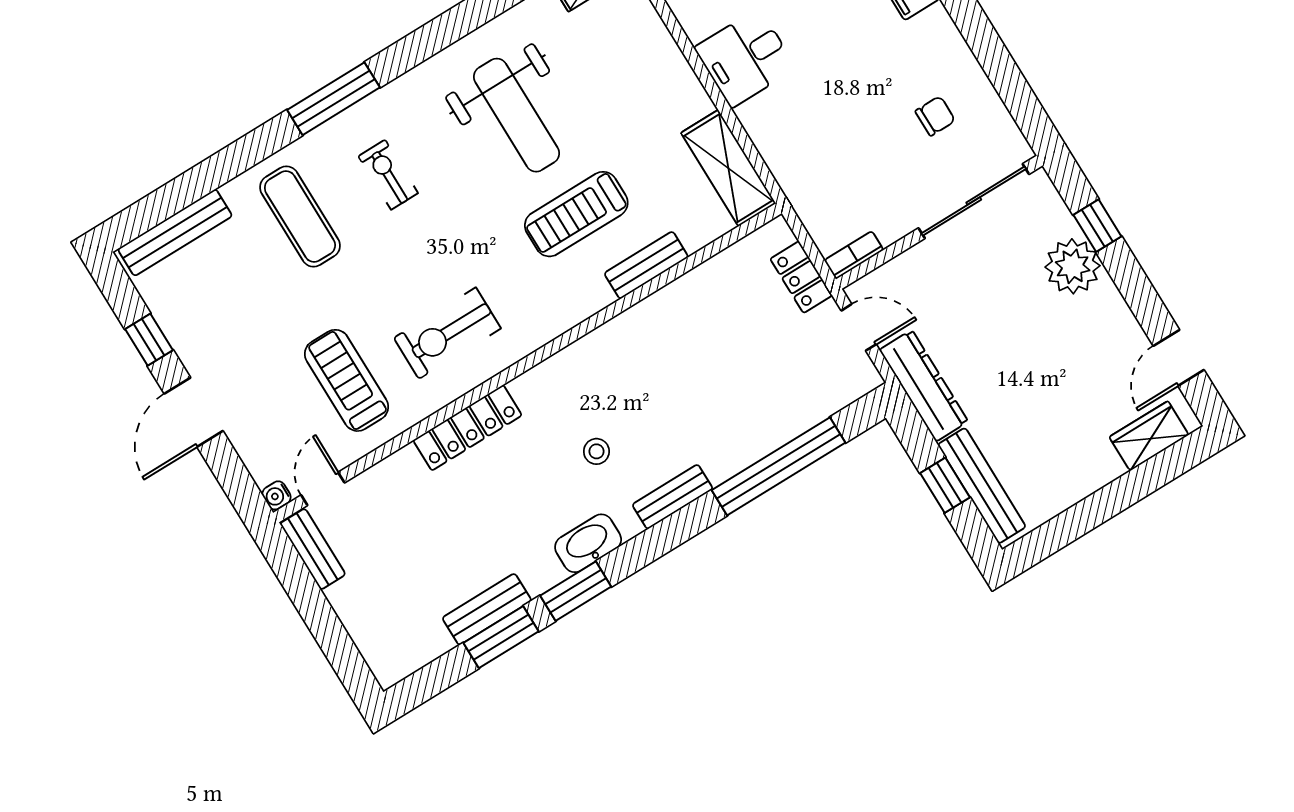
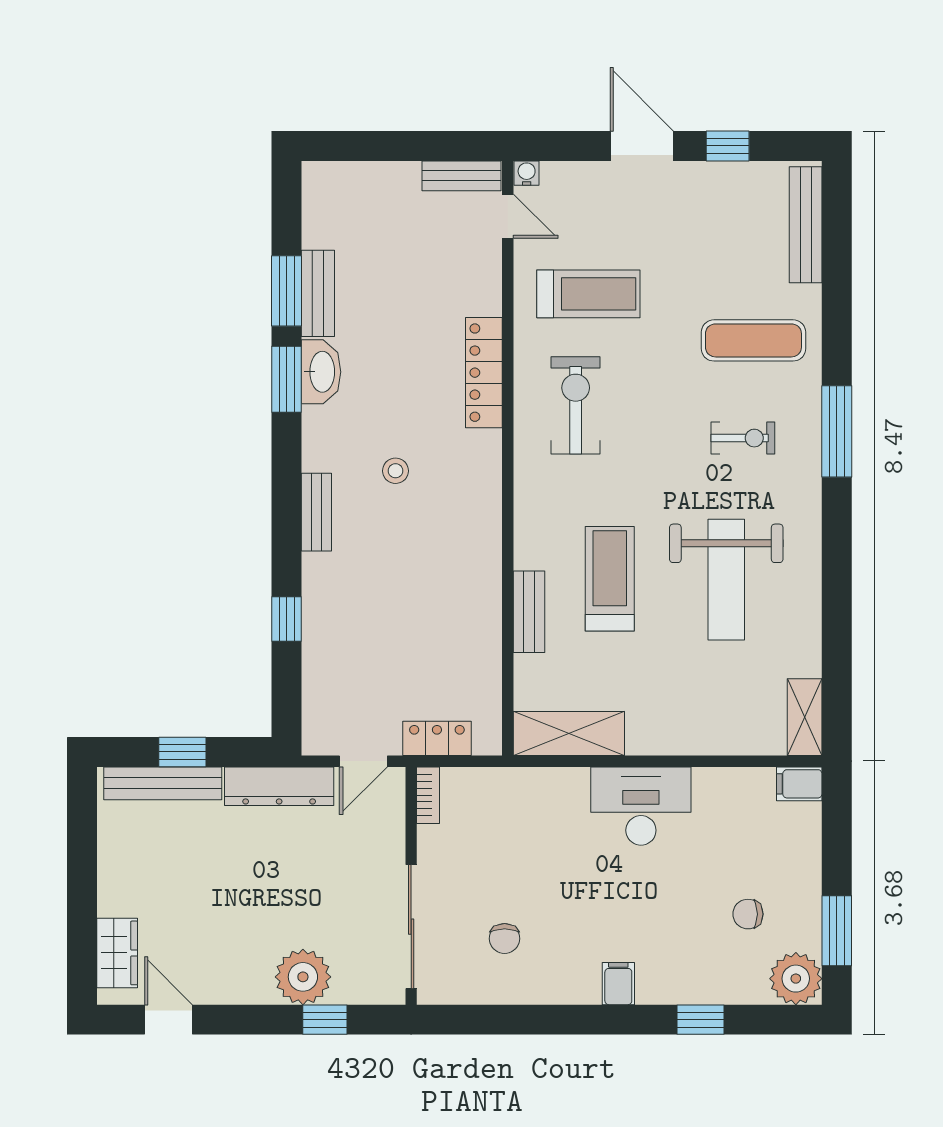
desk: (745, 58) -> (641, 806), width x1.37
weight bench: (516, 115) -> (726, 580), turned -90
window: (778, 466) -> (287, 619), width x0.32
washbasin: (588, 543) -> (321, 372), moved

